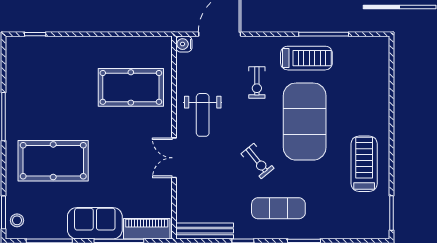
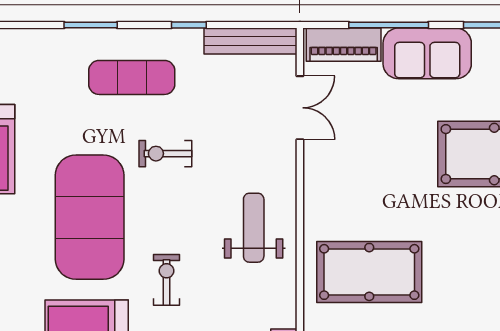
double door: (174, 158) -> (300, 108), moved
exercise bike: (258, 161) -> (165, 154), turned -51

